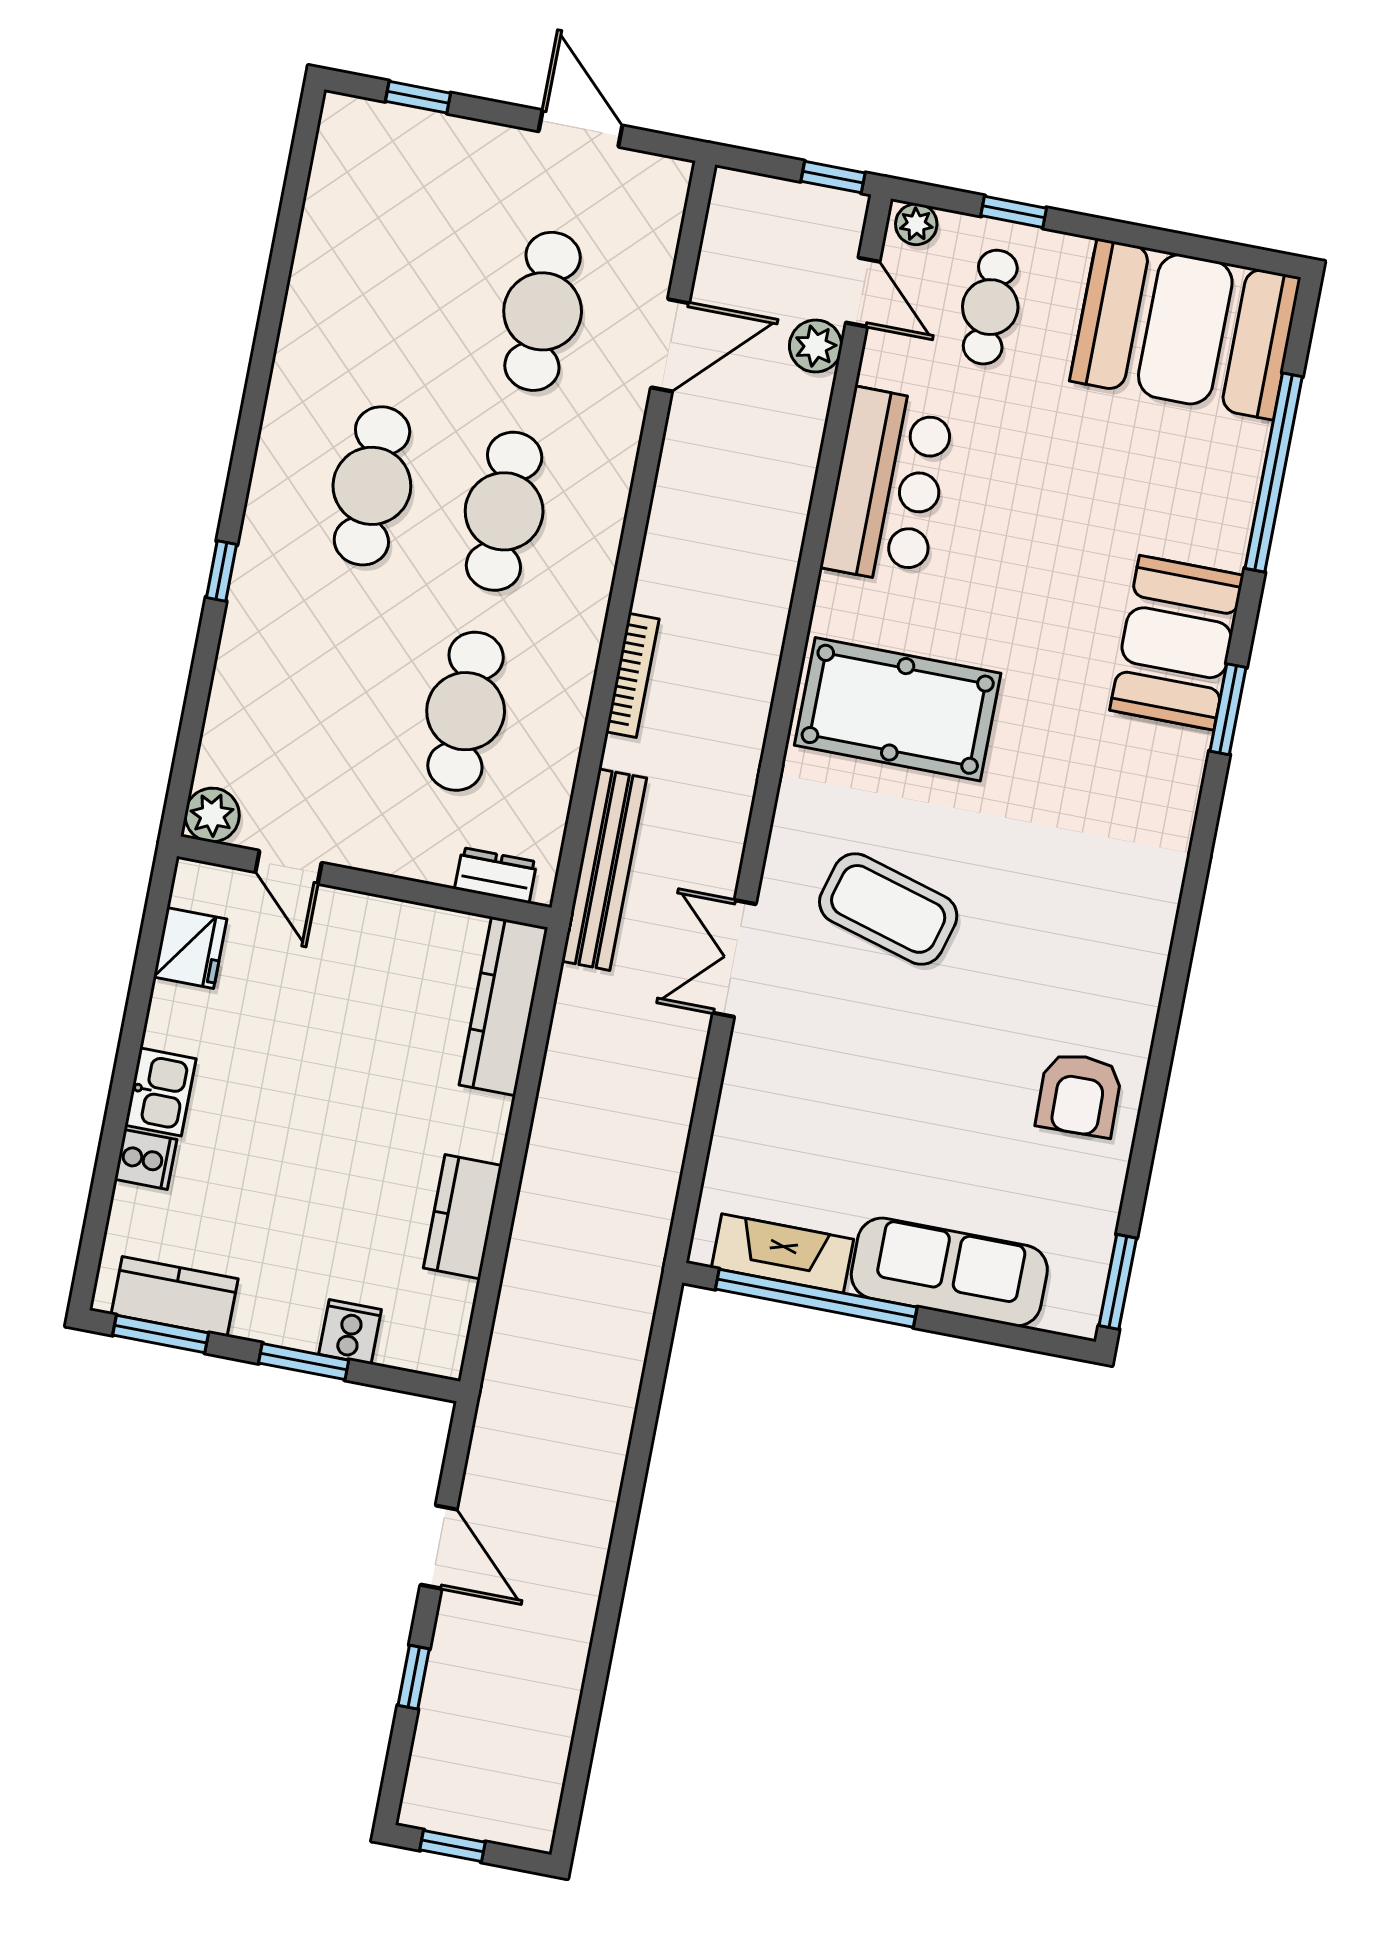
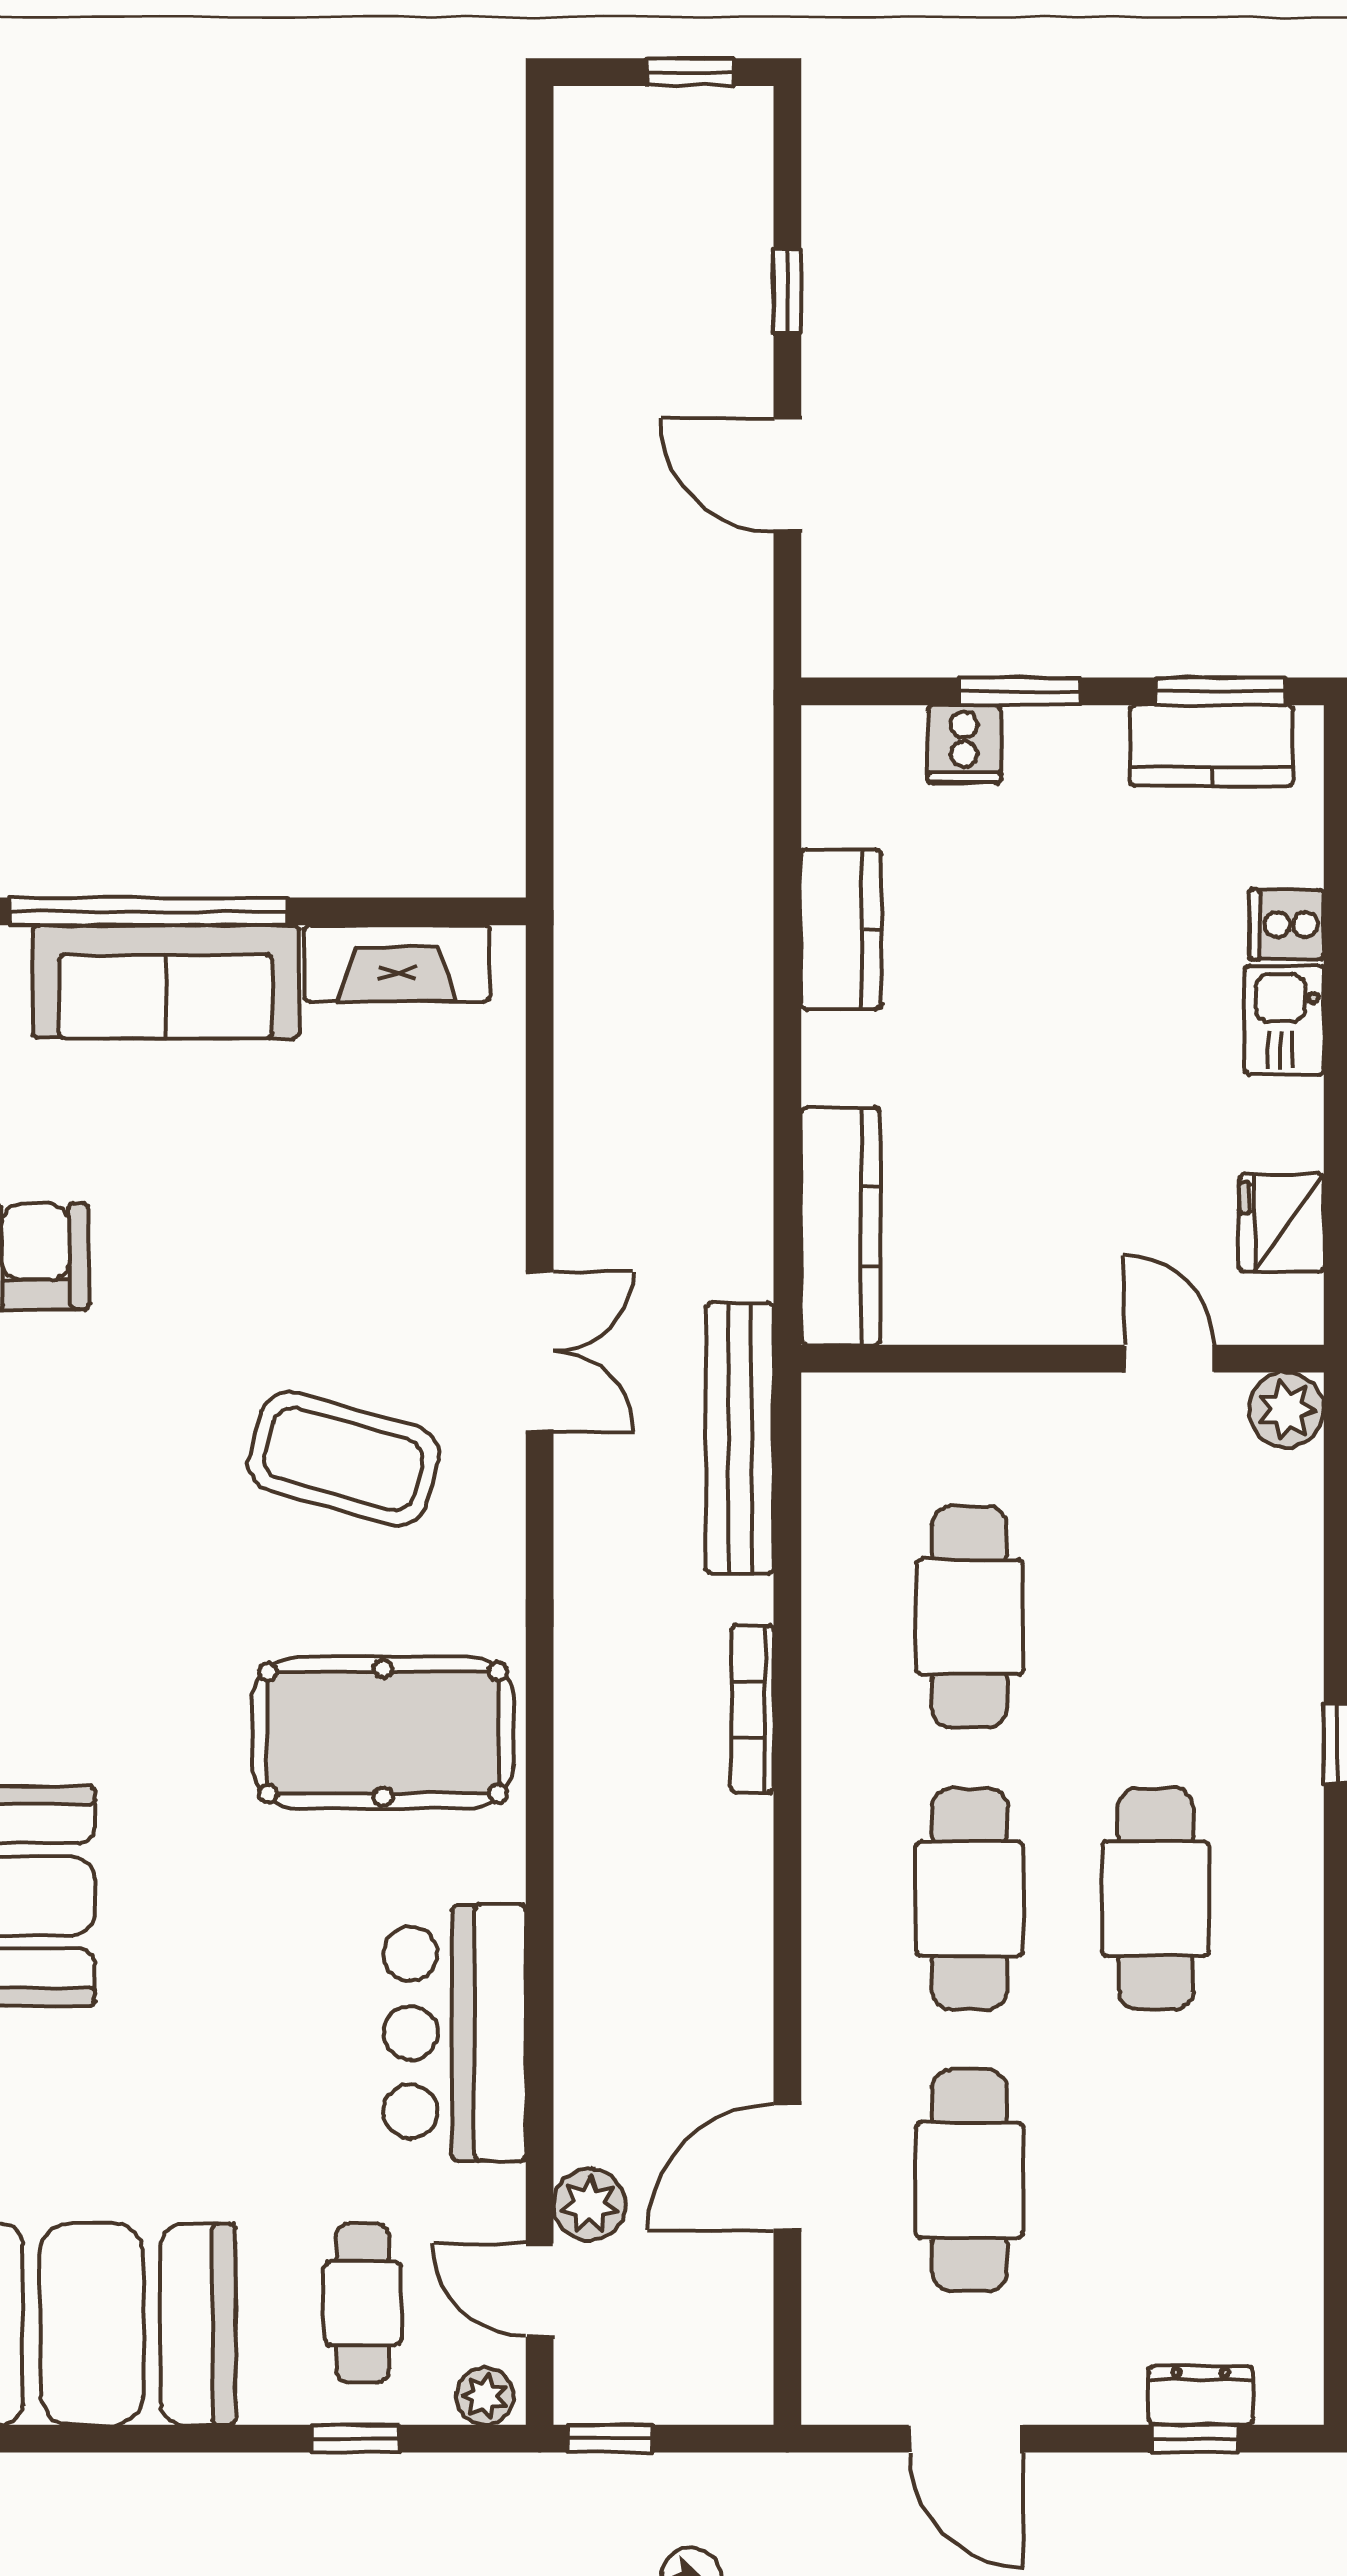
dresser: (496, 875) -> (1201, 2395), moved, turned 180
window: (816, 1298) -> (148, 911), moved

